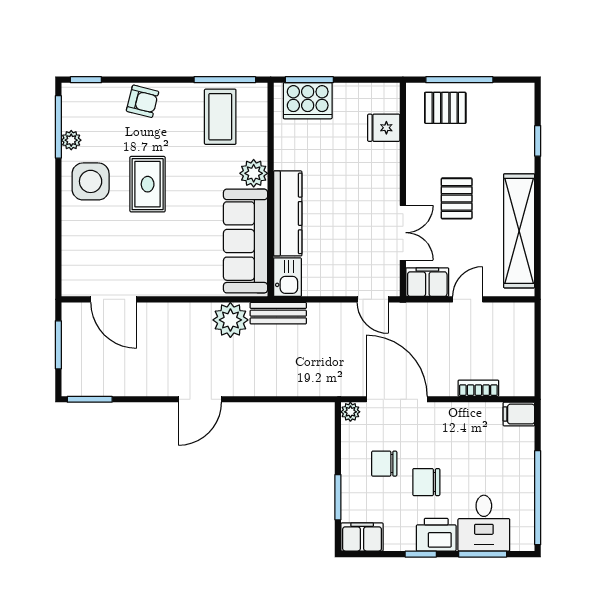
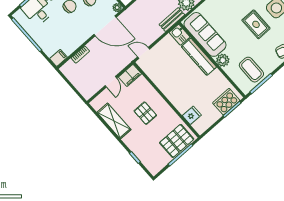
pallet: (445, 108) -> (177, 141), width x1.50, depth x1.42
shelving: (519, 231) -> (114, 121), width x0.68
double door: (403, 233) -> (153, 85), removed

